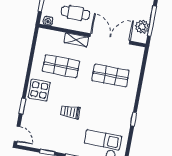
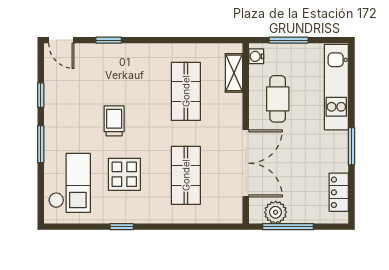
shelving: (76, 40) -> (234, 73), moved
display table: (39, 90) -> (124, 174), moved
door: (17, 134) -> (61, 40), hinge flipped

